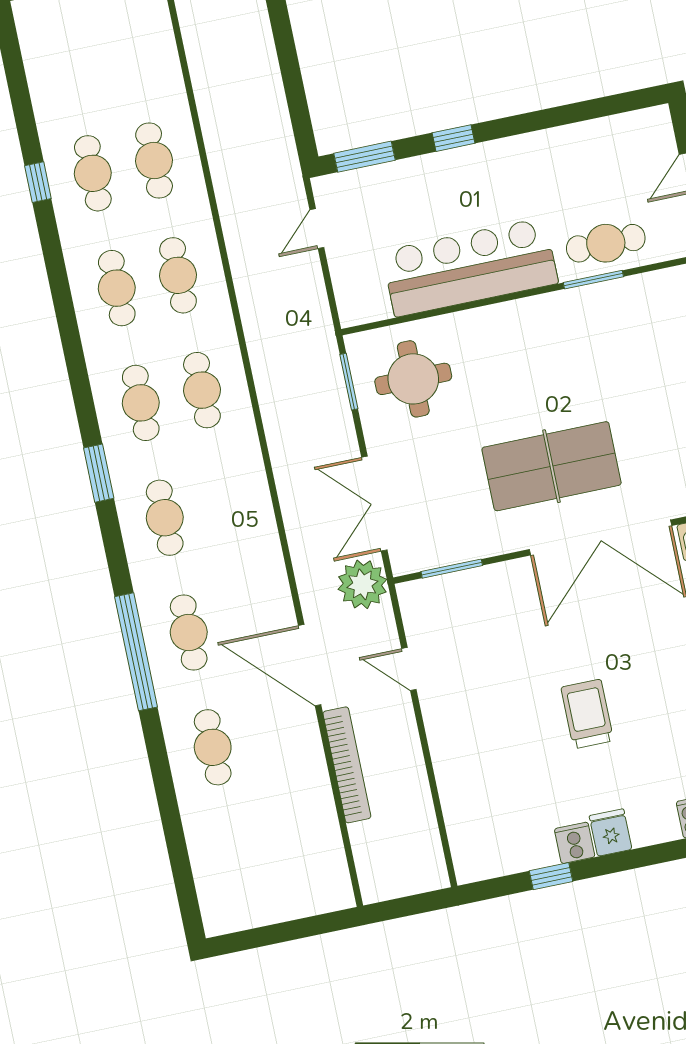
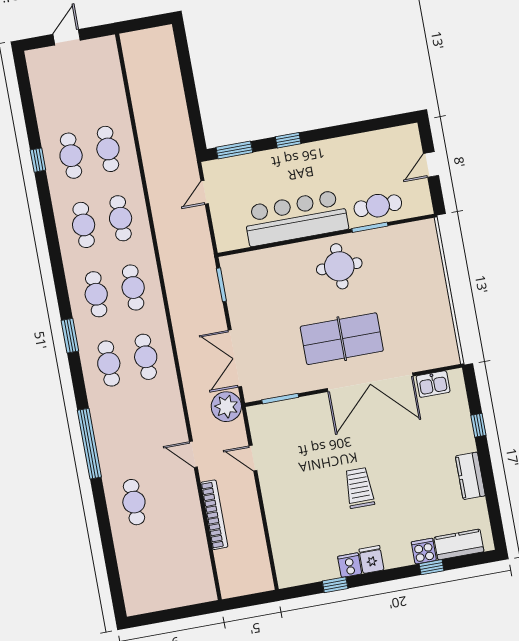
round table: (413, 379) -> (339, 266), moved
cafe table: (189, 633) -> (146, 357), moved
door: (310, 665) -> (193, 454), width x0.53

